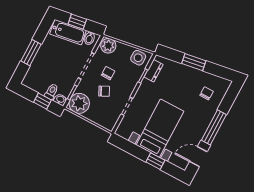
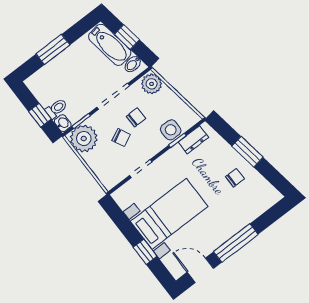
side table: (138, 58) -> (171, 130), moved
chair: (207, 93) -> (235, 178), moved

